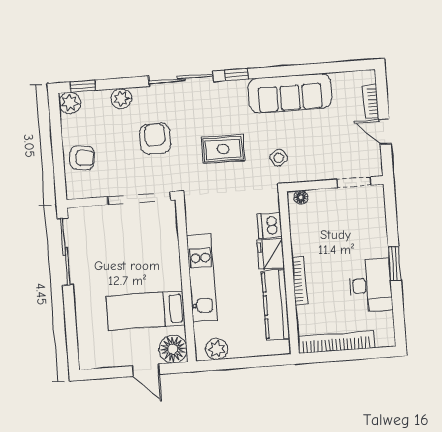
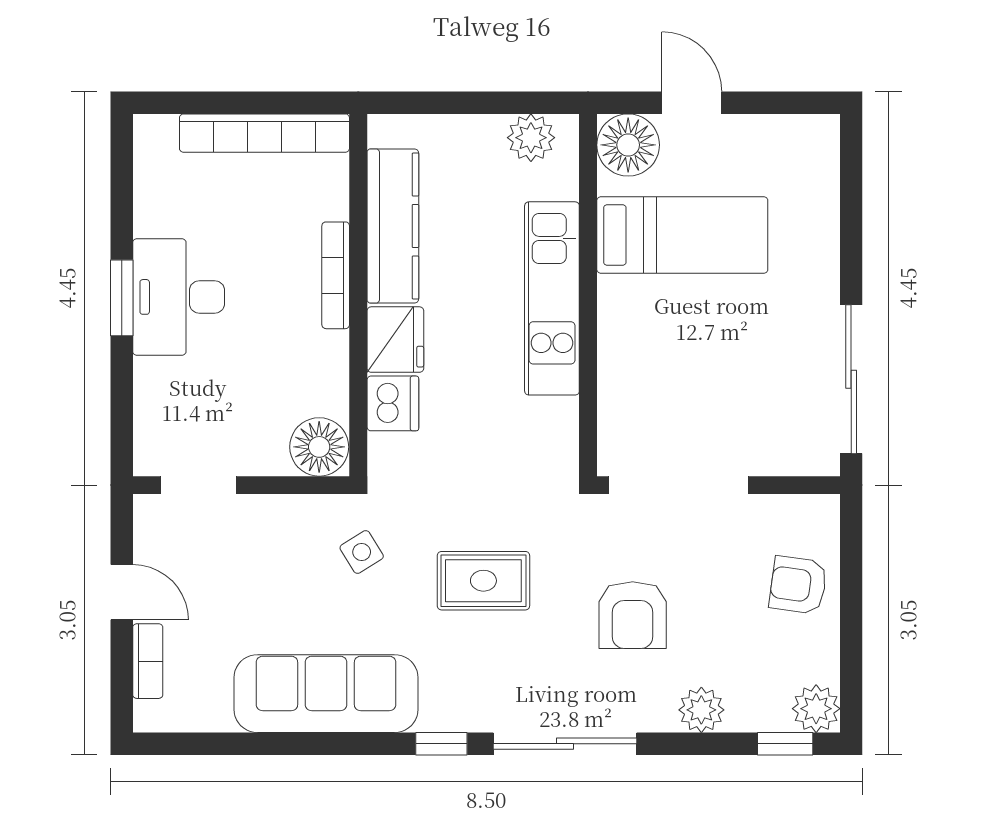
floor lamp: (301, 197) -> (319, 447), width x1.89, depth x1.89
desk: (371, 285) -> (179, 297), moved

